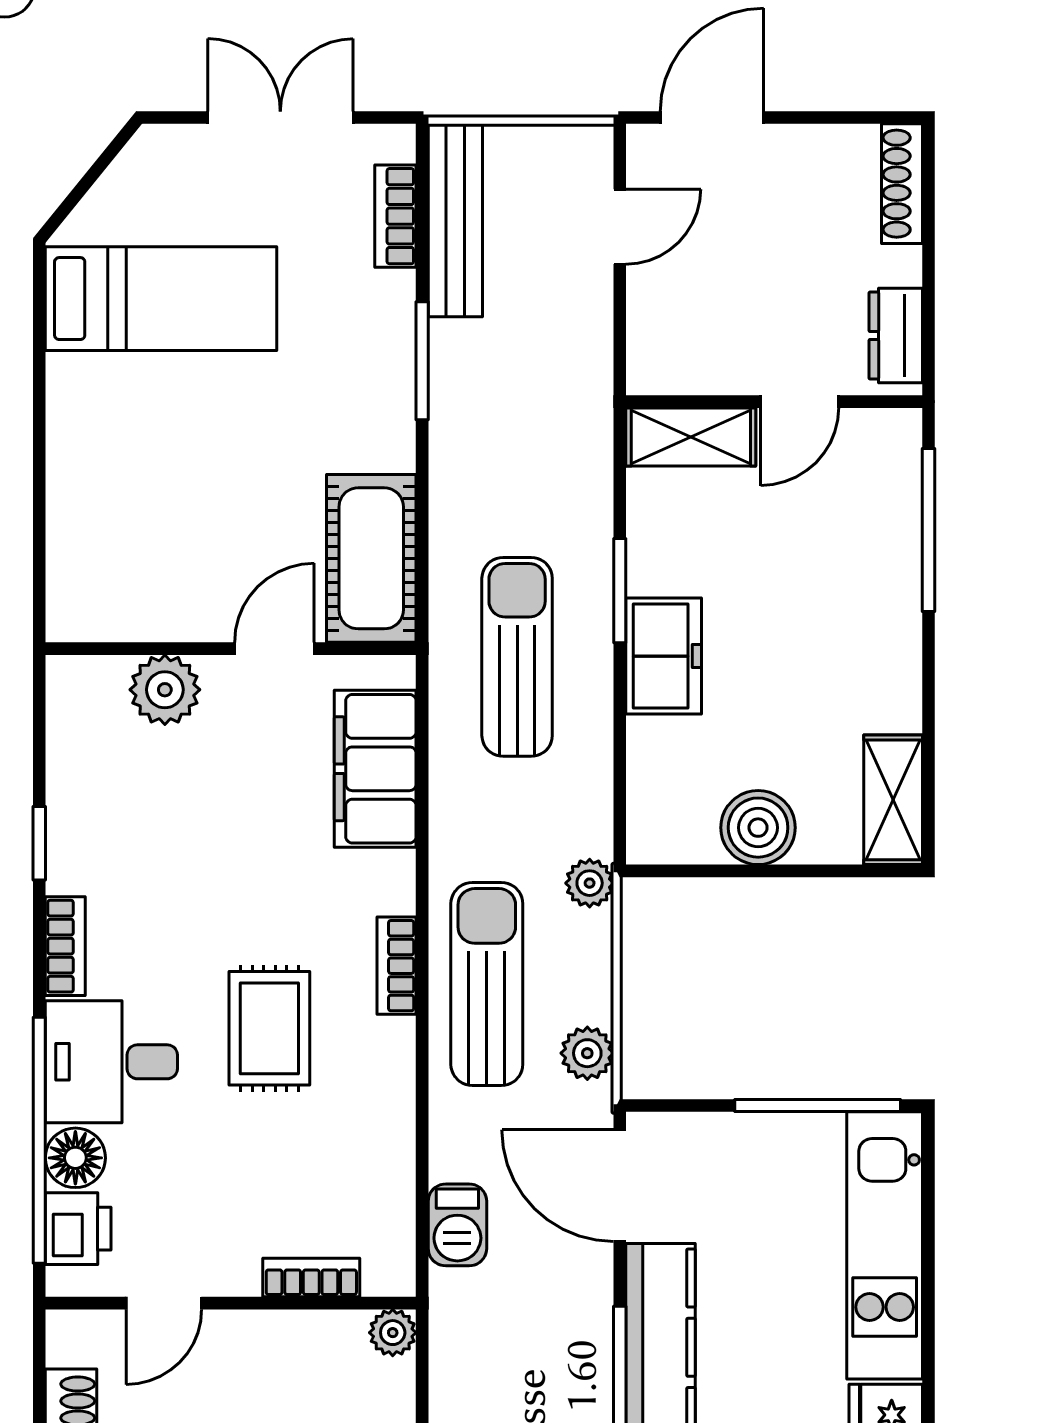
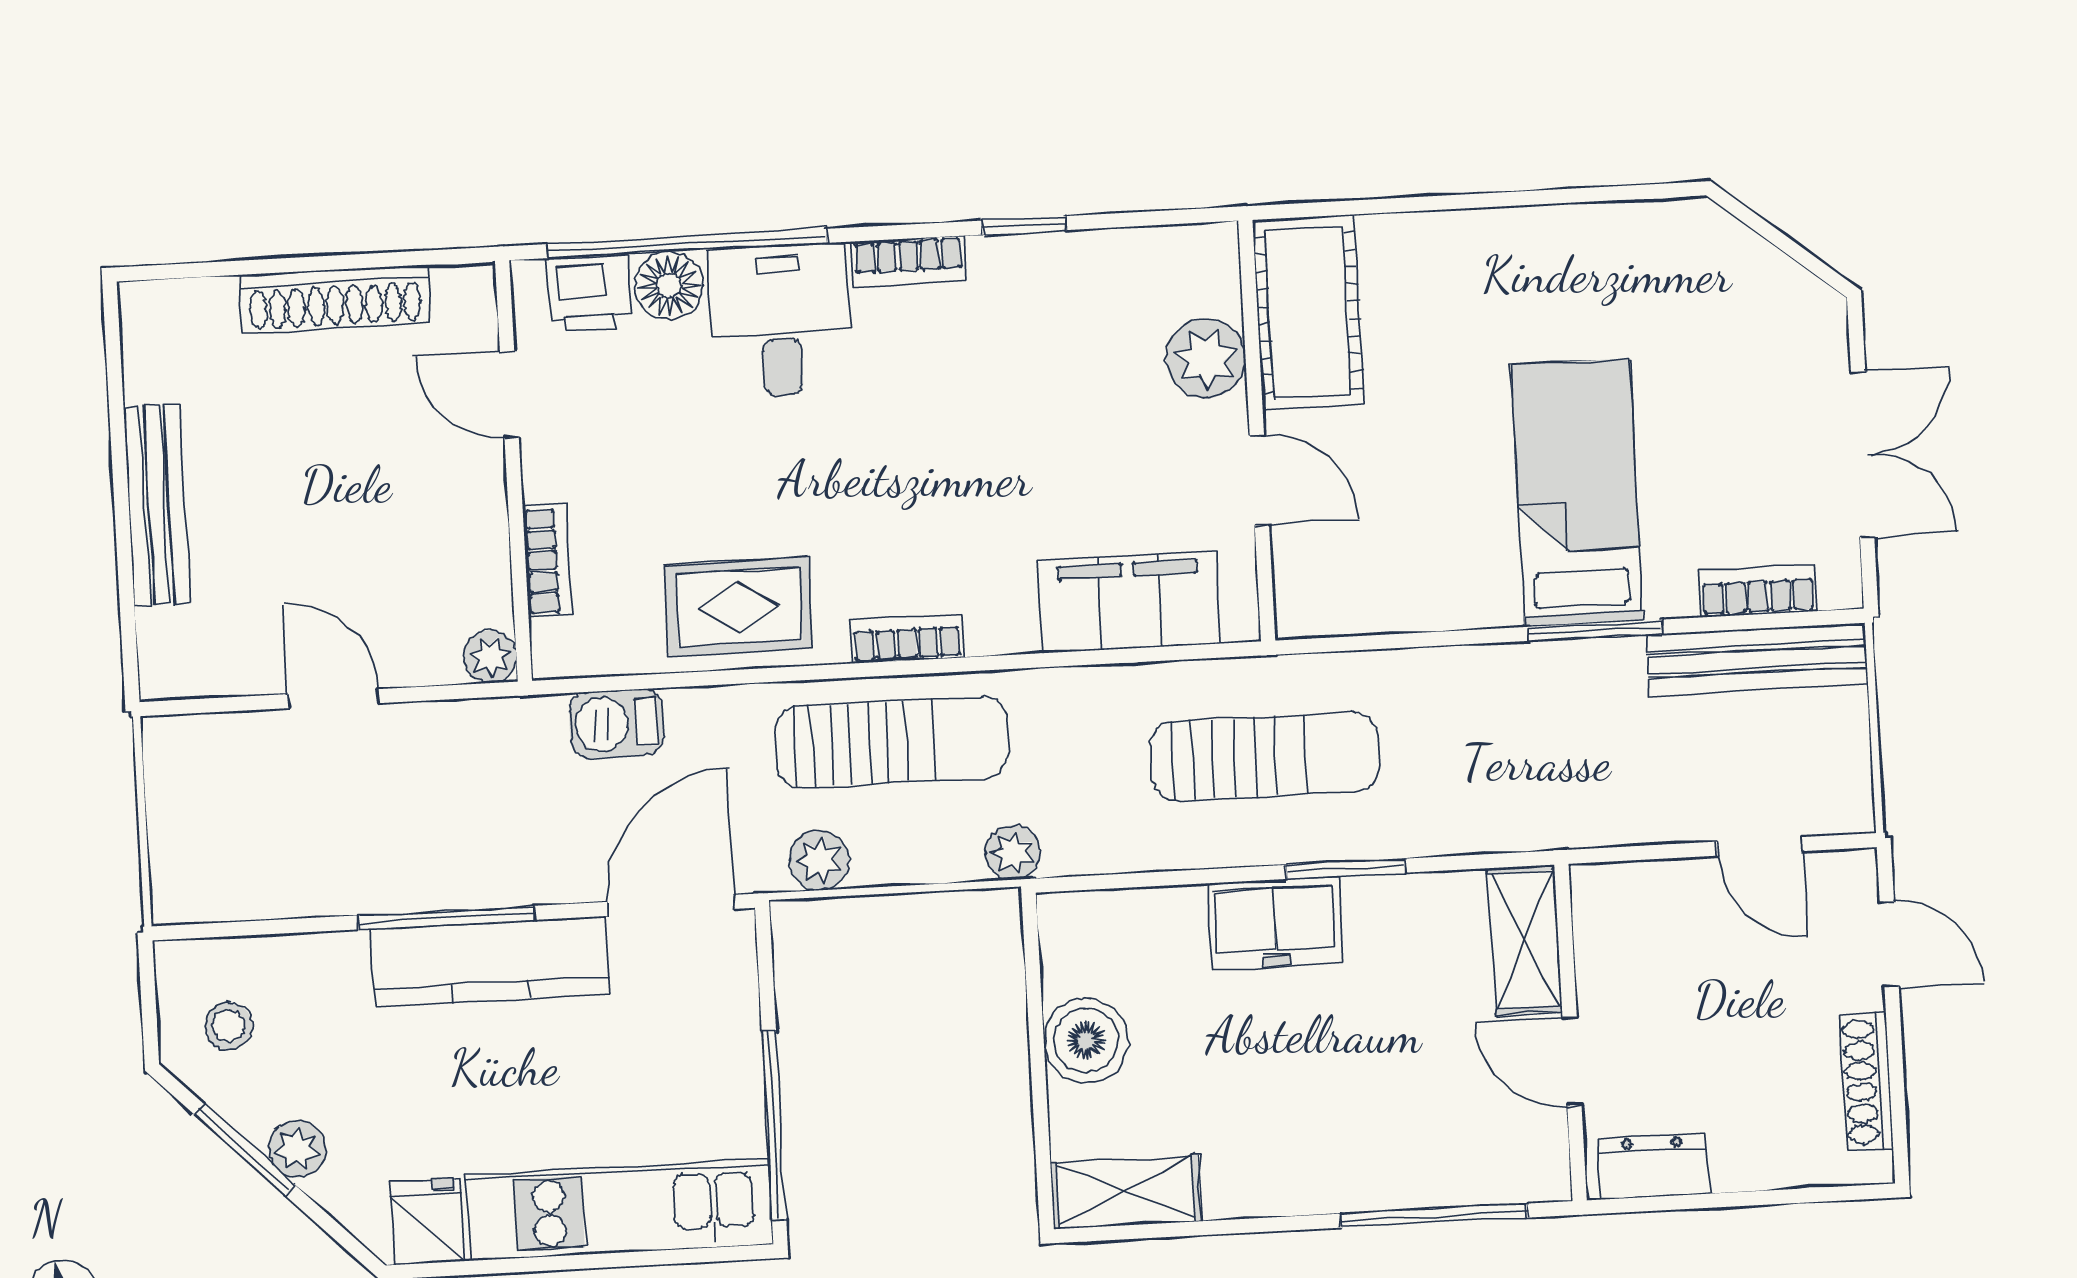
door: (712, 118) -> (1889, 944), width x0.73
shoe rack: (902, 184) -> (1866, 1082), moved, turned -90
bed: (161, 299) -> (1577, 493), moved, turned 180
cot: (371, 558) -> (1308, 313), moved, turned 90
rug: (269, 1028) -> (739, 607), moved

